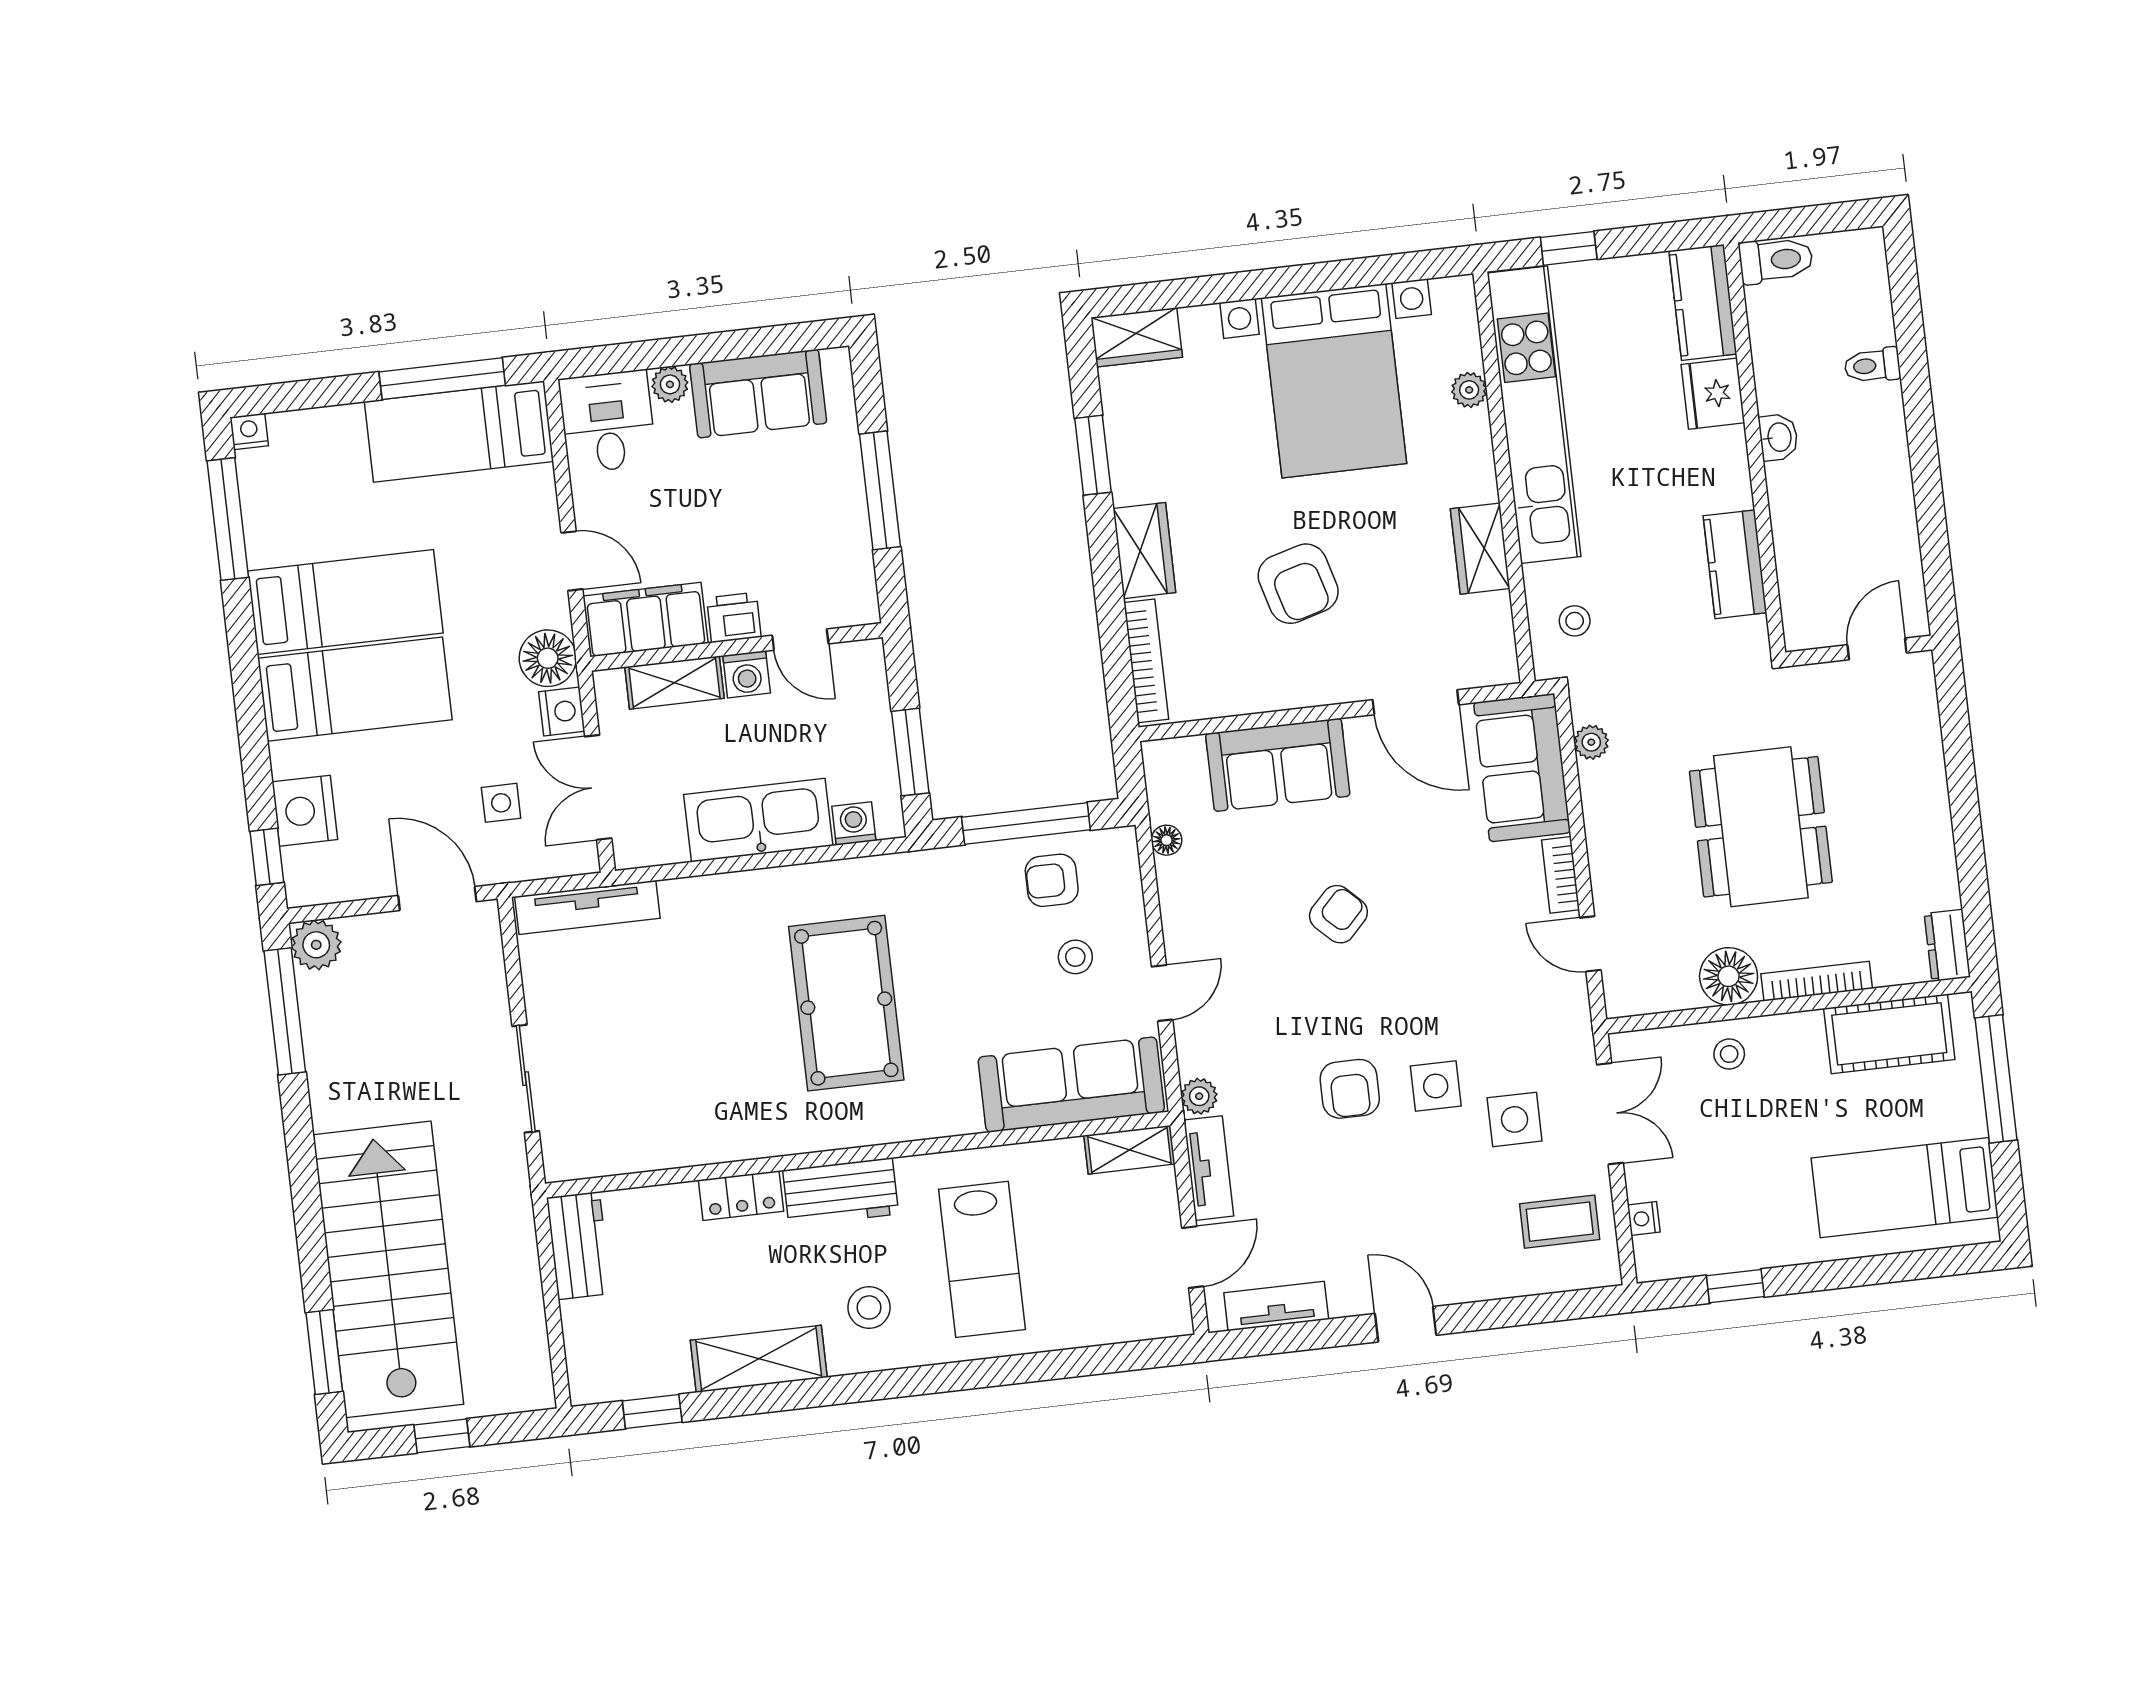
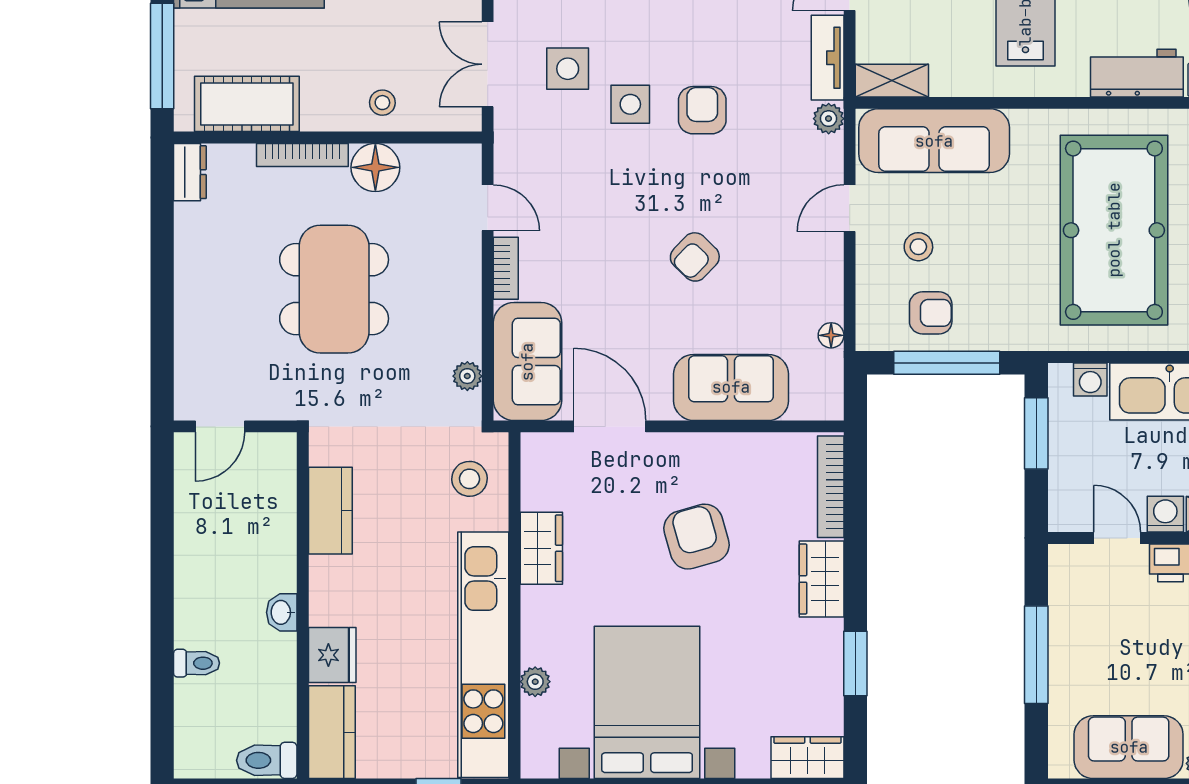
stool: (1575, 621) -> (469, 479), width x1.37, depth x1.37
pool table: (846, 1003) -> (1114, 230), width x1.36, depth x1.32

